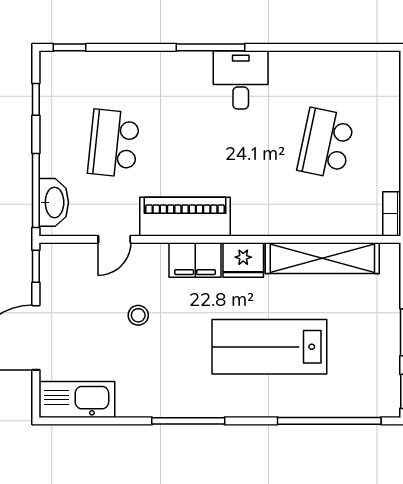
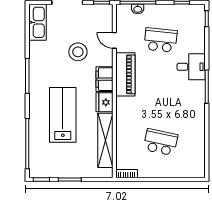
desk: (241, 80) -> (191, 67), moved
washbasin: (54, 202) -> (138, 9), width x0.52, depth x0.69
stool: (138, 315) -> (78, 52), width x1.89, depth x1.89

